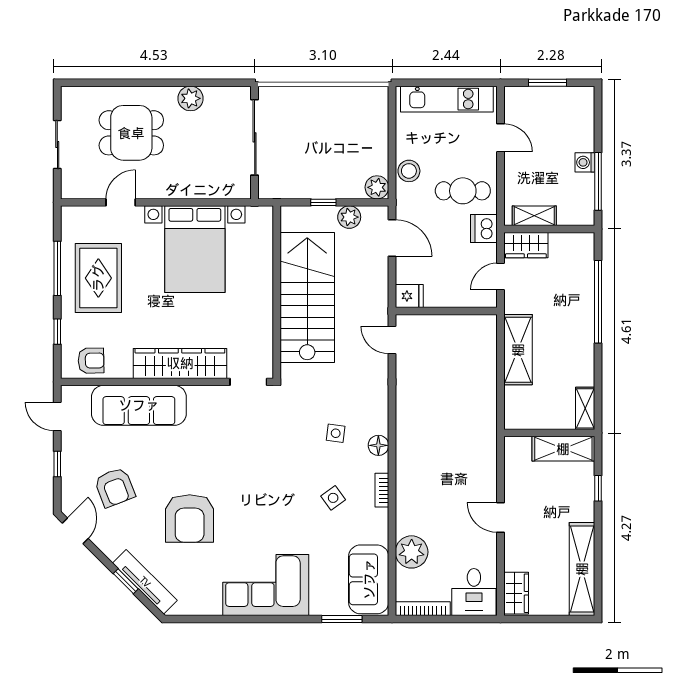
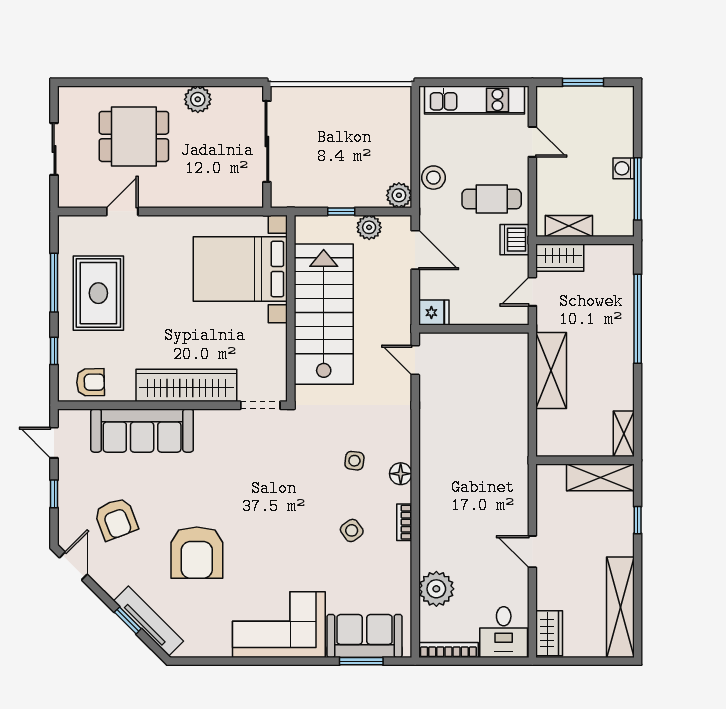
bed with nightstands: (195, 249) -> (240, 269), moved, turned 90
sofa: (369, 579) -> (365, 636), moved, turned 90

